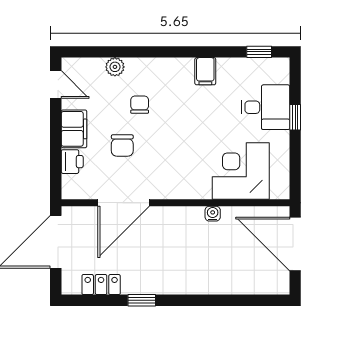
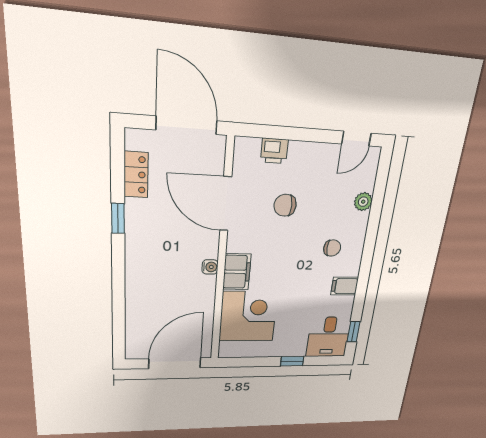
chair: (140, 105) -> (332, 248), moved
desk: (265, 107) -> (328, 337), moved
filing cabinet: (74, 129) -> (237, 272), moved, turned -90
water cooler: (213, 214) -> (210, 267), moved

